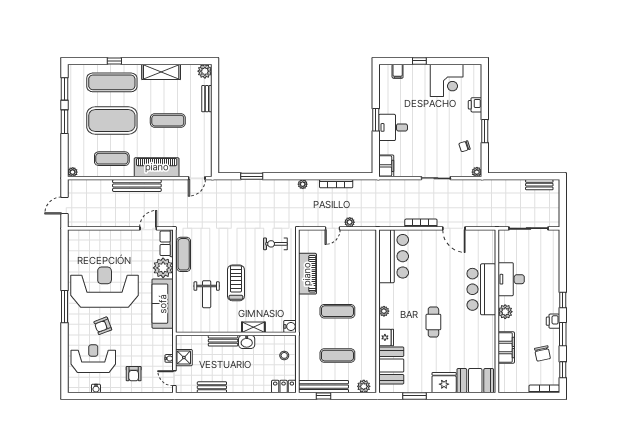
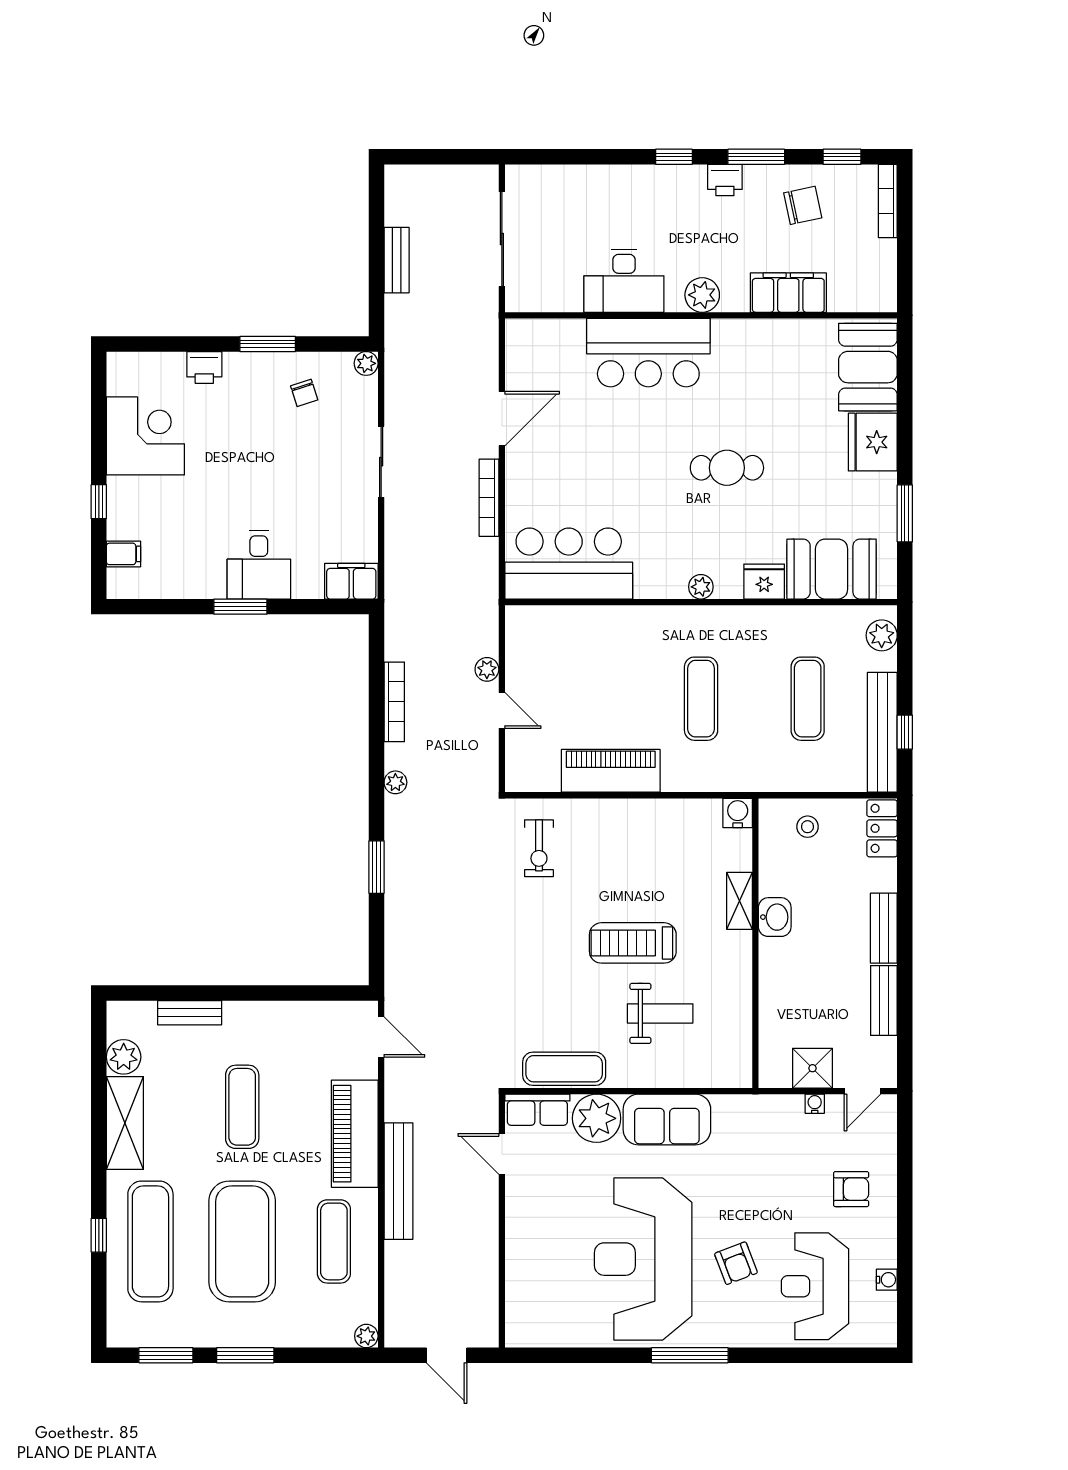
plant: (205, 71) -> (124, 1057), moved
window: (252, 176) -> (377, 867), moved
bench: (539, 185) -> (397, 260), moved
sofa: (163, 304) -> (667, 1119), width x0.73
bench: (223, 341) -> (884, 928), moved

